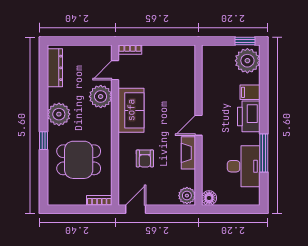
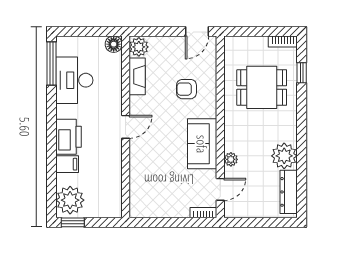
plant: (101, 97) -> (231, 159), width x0.53, depth x0.53
plant: (59, 114) -> (284, 156), moved
window: (44, 141) -> (302, 73), moved
fireplace: (188, 153) -> (137, 76), moved
window: (264, 153) -> (51, 64), moved
armchair: (145, 158) -> (186, 89), turned -90
bookcase: (99, 200) -> (283, 41), moved

